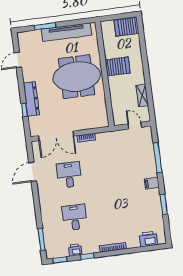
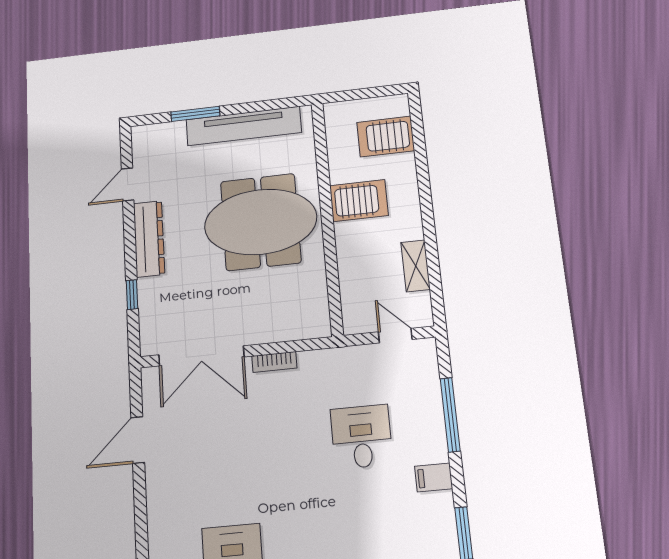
server rack: (126, 27) -> (386, 136), moved
dresser: (31, 99) -> (149, 239), moved
desk: (69, 175) -> (361, 437), moved

